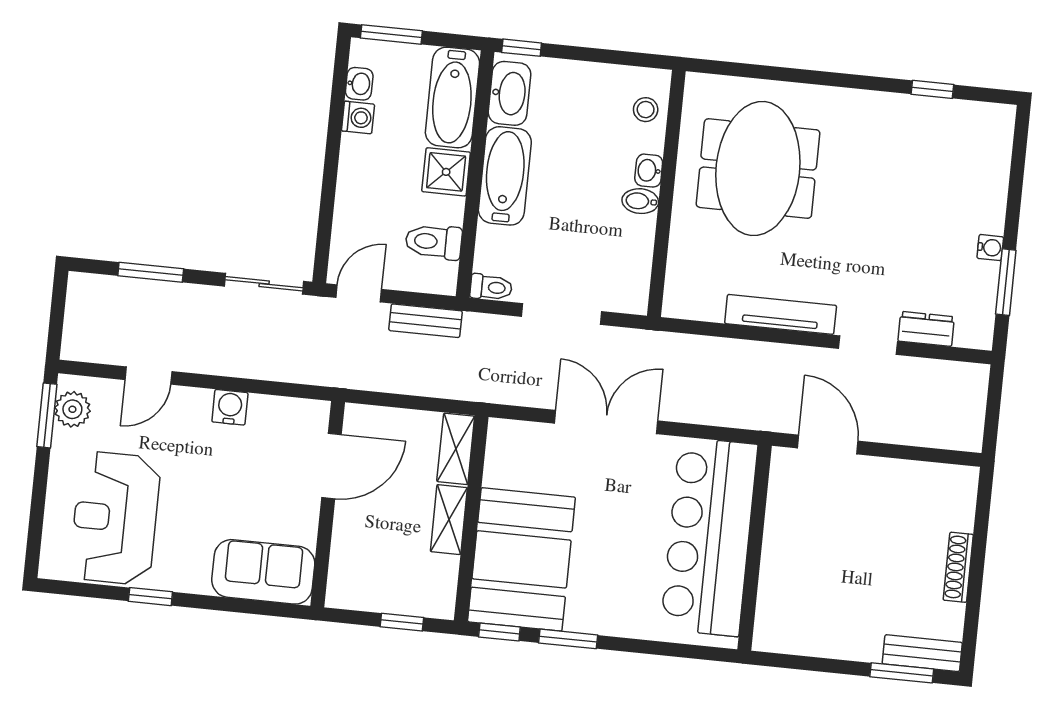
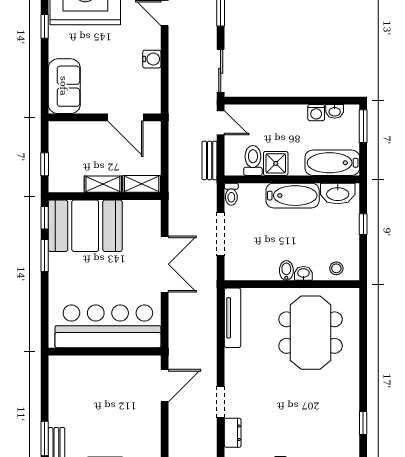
window: (522, 48) -> (363, 224), moved
meeting table: (758, 169) -> (311, 333), turned 90
shower: (446, 172) -> (276, 163), moved
tv unit: (781, 314) -> (233, 318), moved

